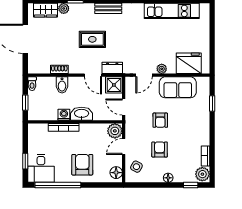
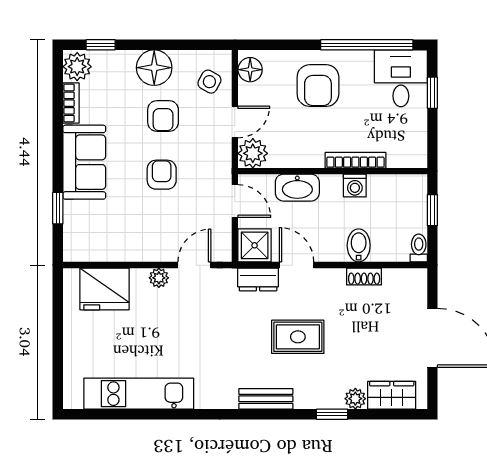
sofa: (178, 87) -> (84, 162), moved, turned 90
washbasin: (82, 114) -> (297, 188), moved
floor lamp: (168, 178) -> (154, 68), width x1.89, depth x1.89

